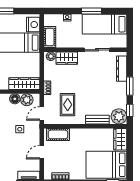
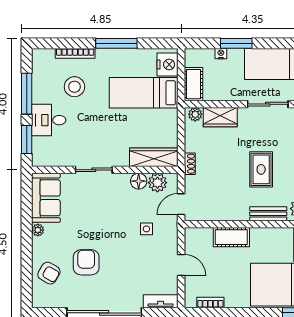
window: (91, 11) -> (236, 43), moved
rug: (68, 105) -> (261, 169), moved
cot: (58, 134) -> (231, 237), moved
door: (42, 152) -> (181, 265), swing flipped

